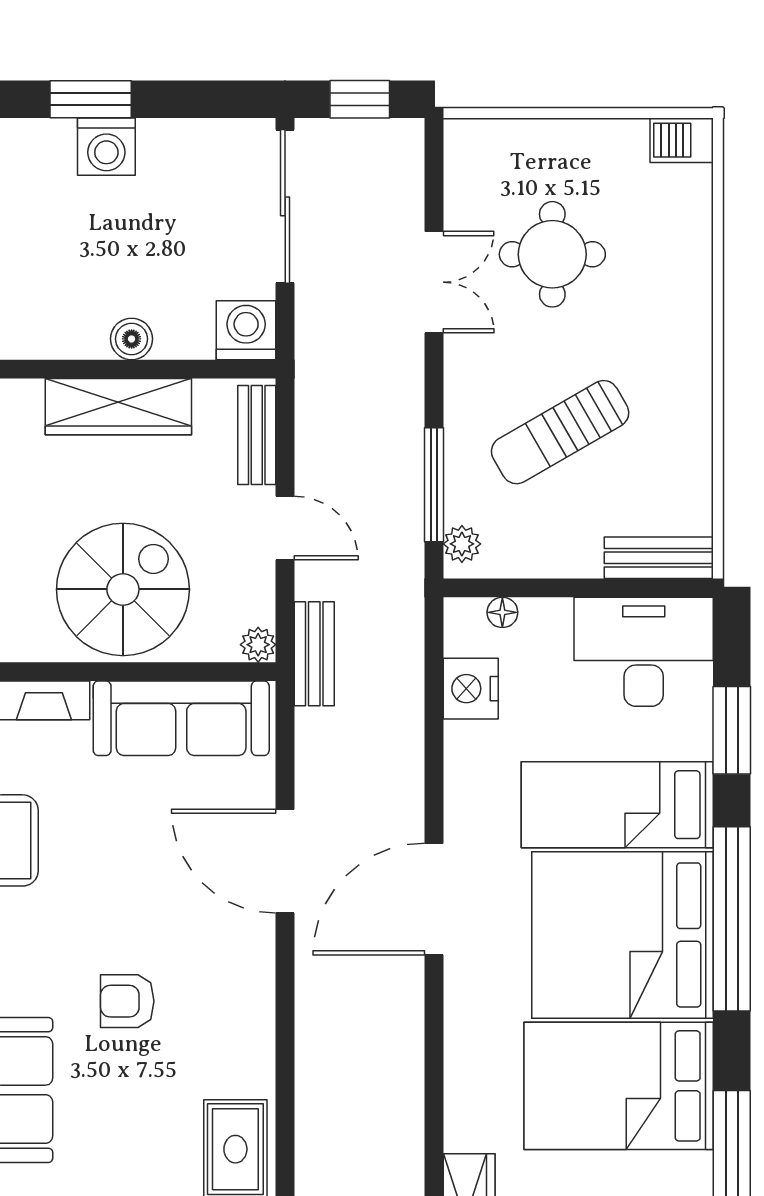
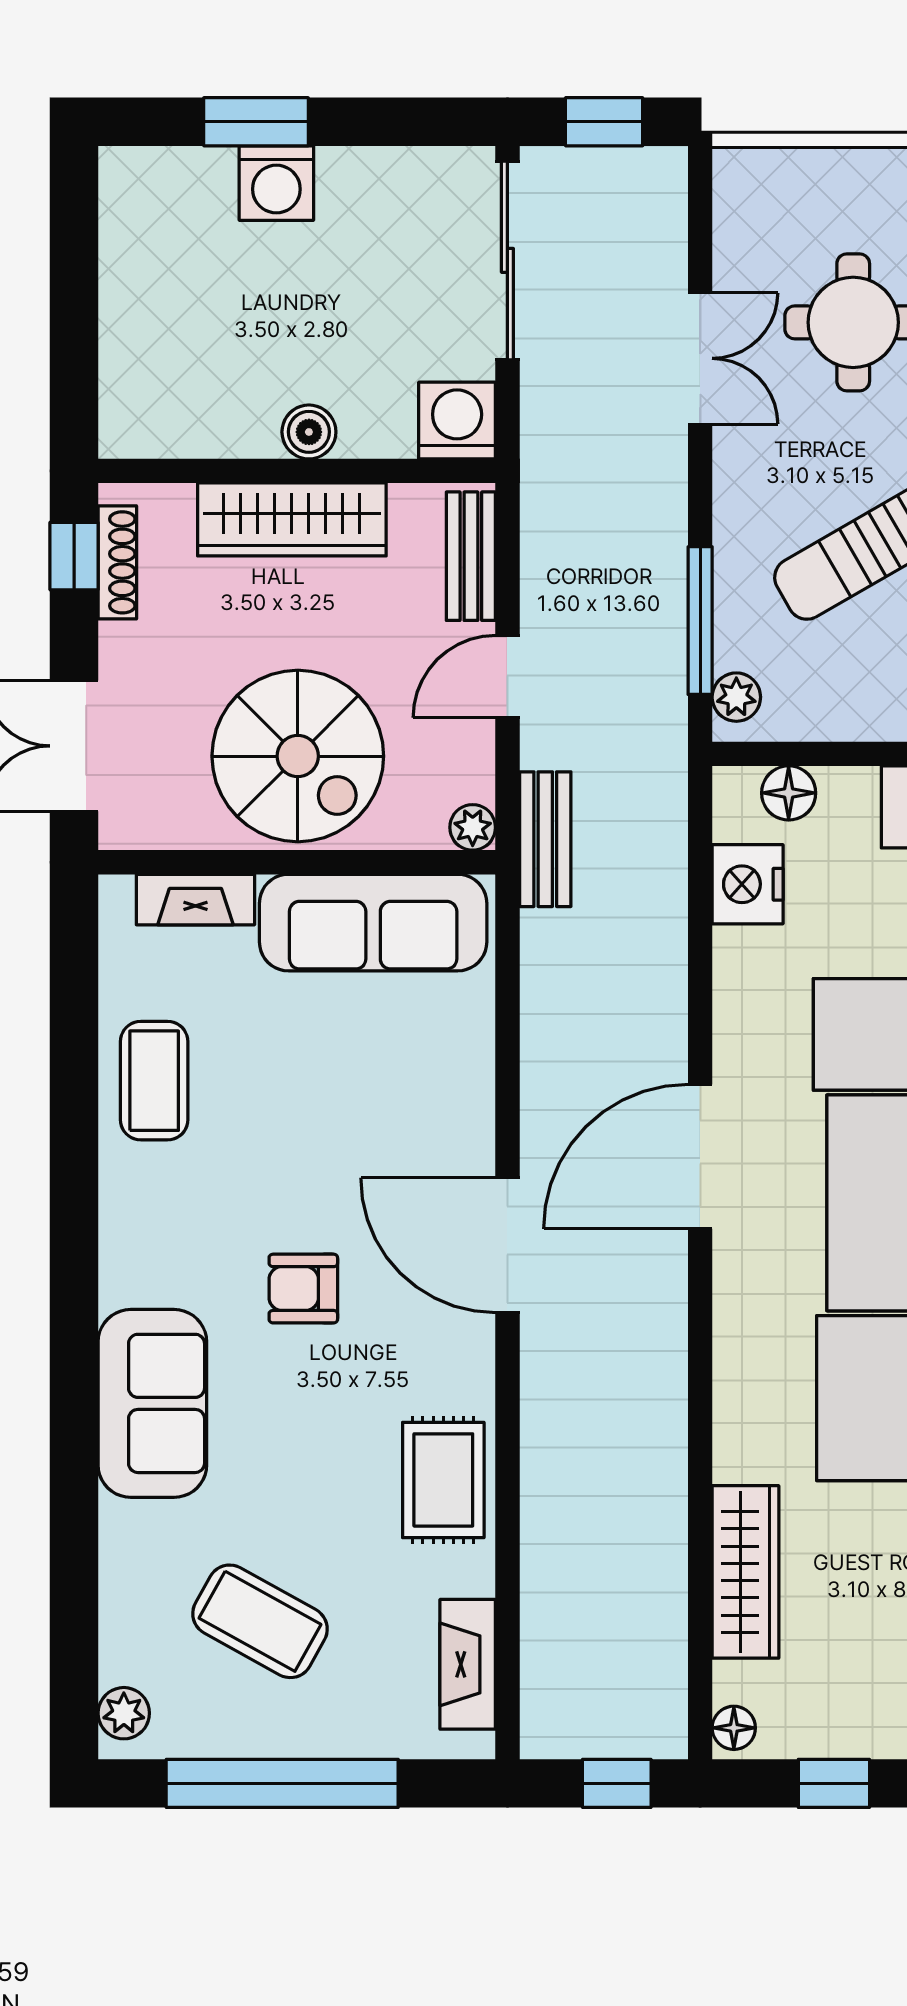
door: (285, 528) -> (507, 677), swing flipped
spiral stairs: (123, 589) -> (298, 756), turned 90
floor lamp: (502, 612) -> (789, 793), width x1.37, depth x1.37
door: (285, 861) -> (507, 1245), moved

